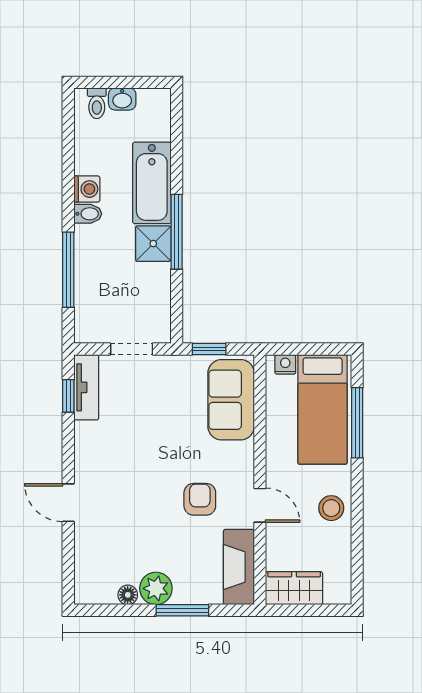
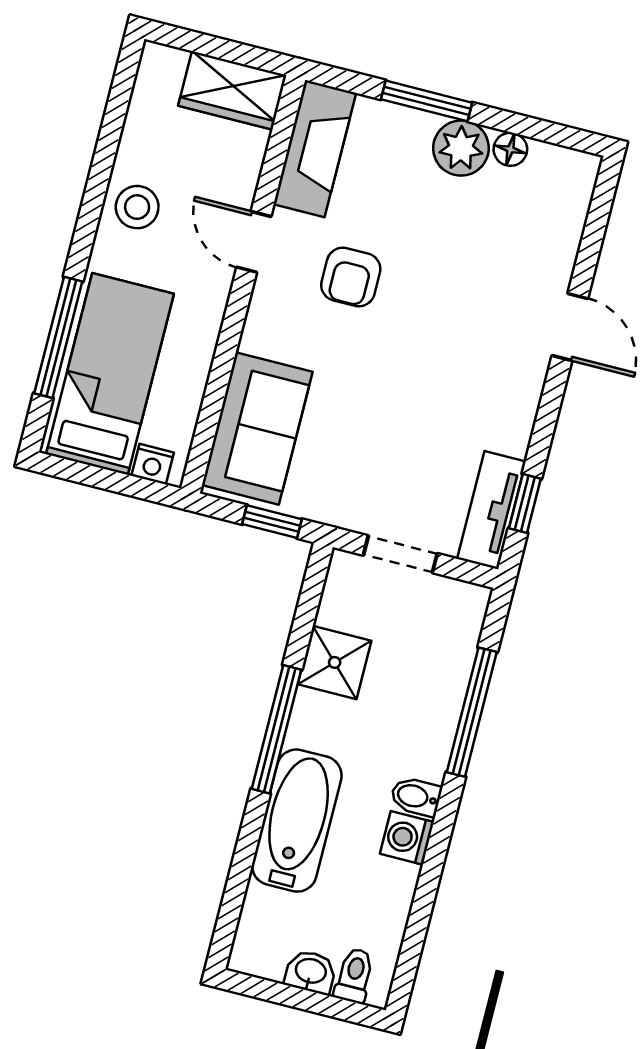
shower: (153, 244) -> (335, 662), moved

